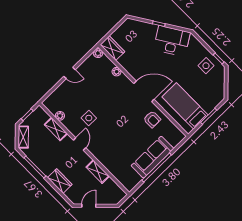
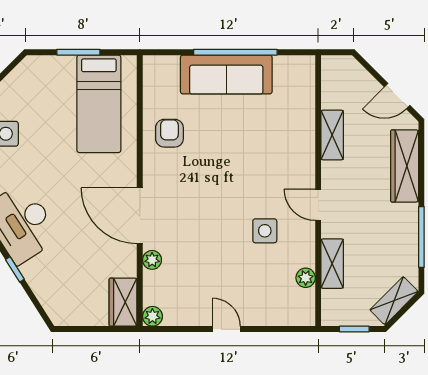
door: (144, 91) -> (140, 216), moved
door: (80, 144) -> (318, 205), hinge flipped
wardrobe: (60, 181) -> (405, 166), width x1.50

